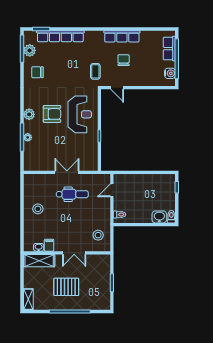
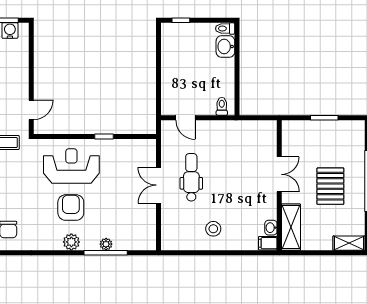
stool: (98, 235) -> (253, 138), removed
filing cabinet: (49, 245) -> (268, 243), moved

